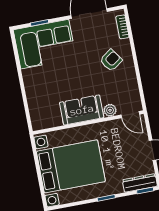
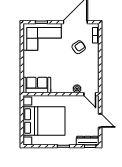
armchair: (111, 60) -> (79, 47), moved
sofa: (82, 110) -> (37, 85), moved

